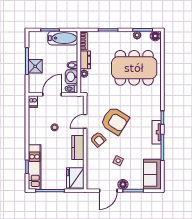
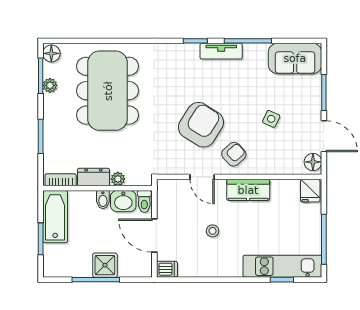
fridge: (75, 178) -> (310, 191), width x0.53, depth x0.75
floor lamp: (123, 184) -> (313, 162), moved

